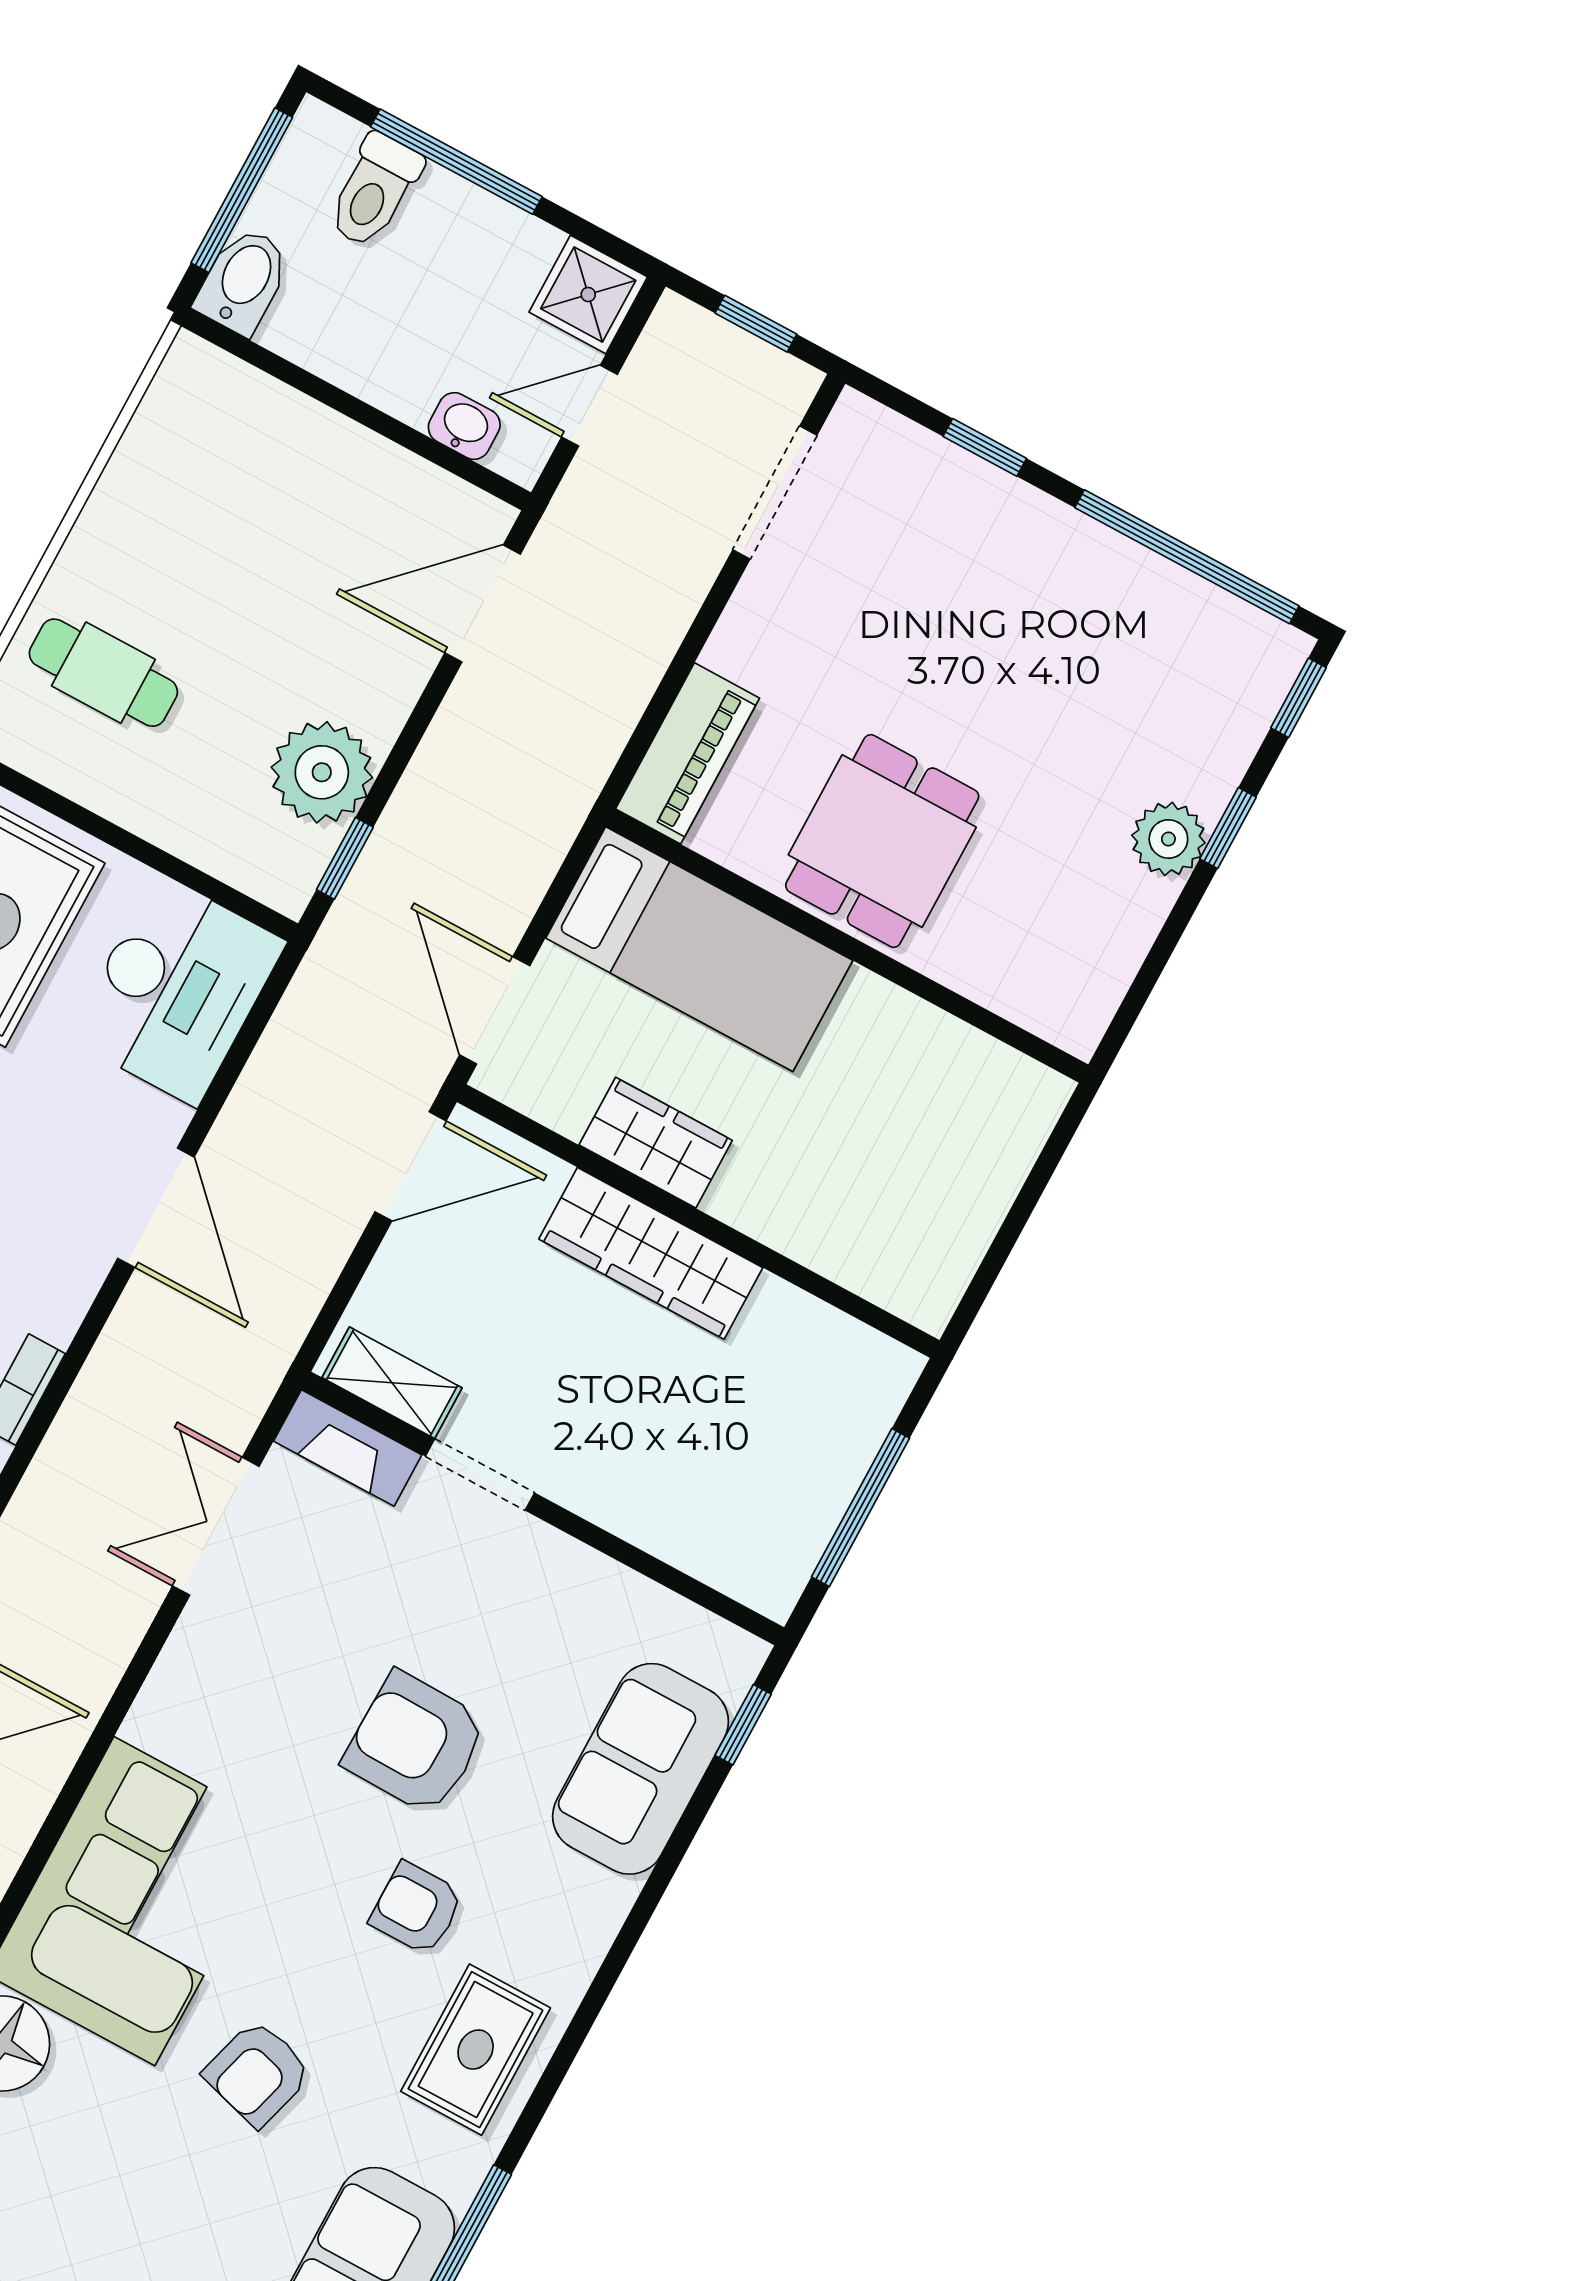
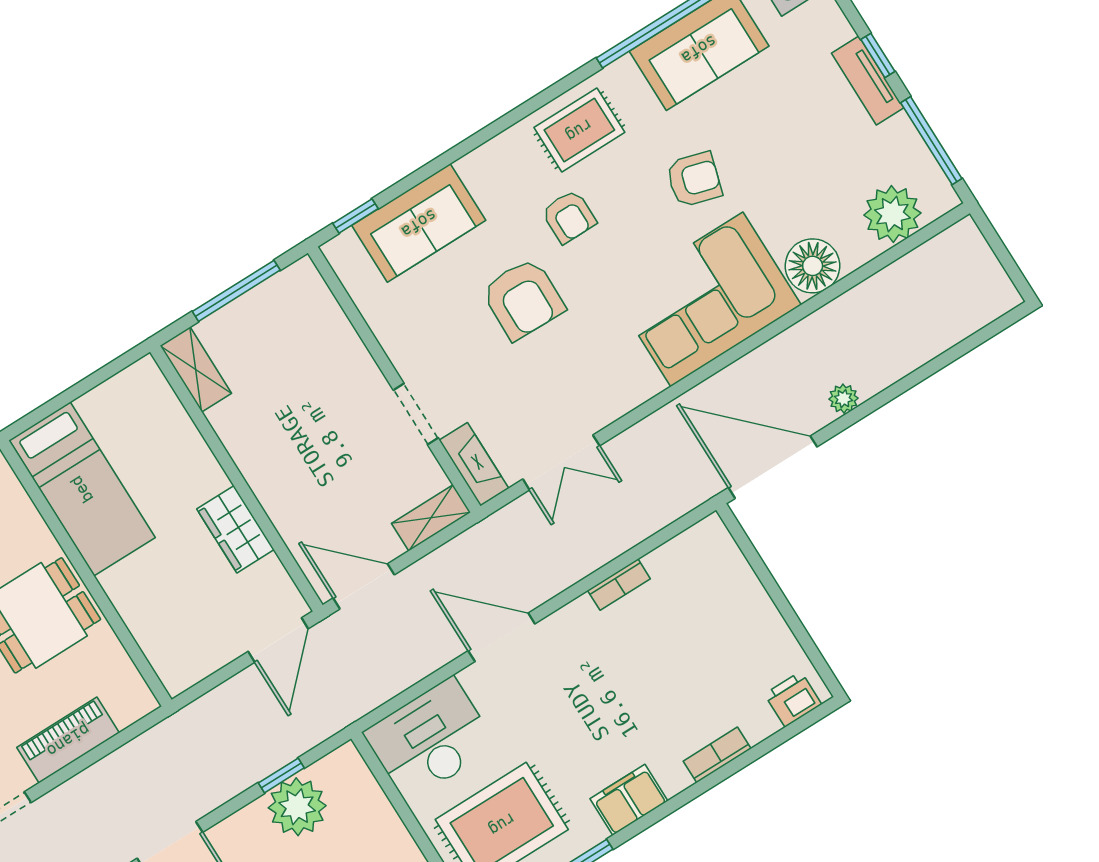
piano: (688, 753) -> (68, 740), moved
window: (345, 858) -> (281, 775), moved
bed: (699, 949) -> (82, 489), moved, turned 180
door: (156, 1208) -> (502, 637), hinge flipped
wardrobe: (651, 1253) -> (269, 476), removed
shelving: (854, 1352) -> (196, 369), added
shelving: (392, 1383) -> (431, 518), moved, turned 90

